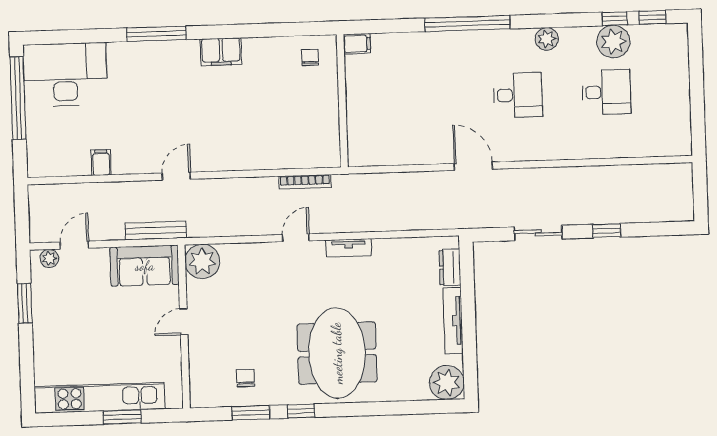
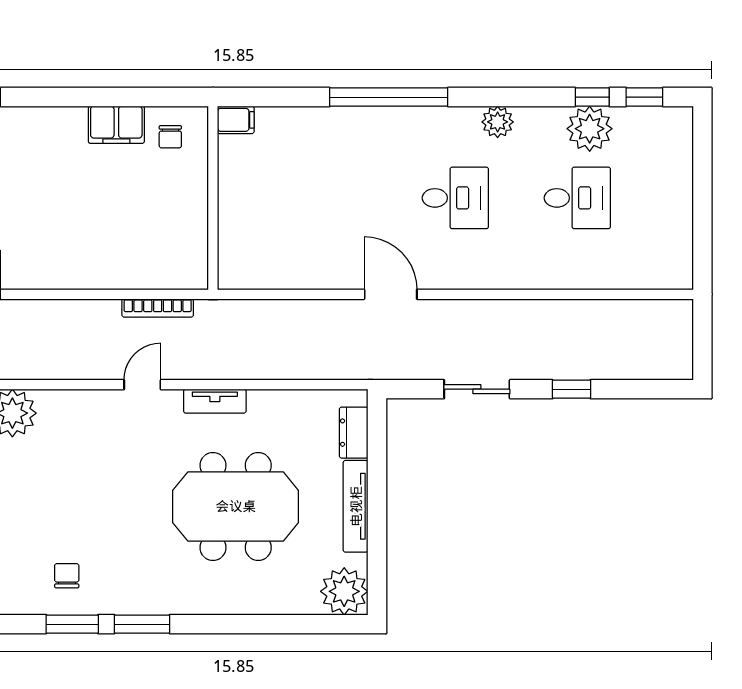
filing cabinet: (221, 52) -> (116, 125), moved
chair: (310, 58) -> (170, 137), turned 180
meeting table: (337, 353) -> (236, 506), moved, turned 90
window: (301, 411) -> (142, 624), width x1.50

